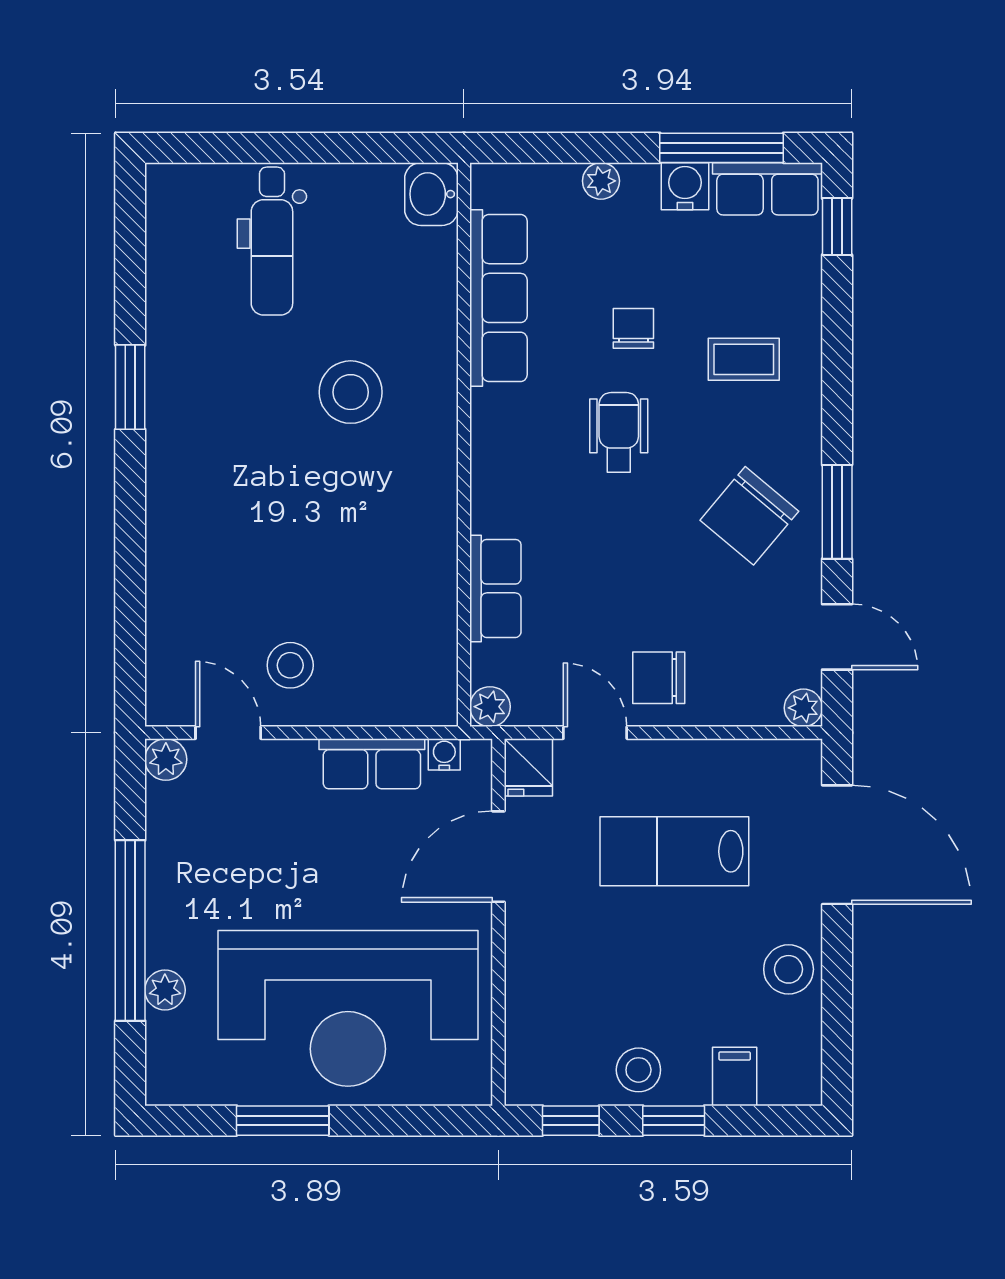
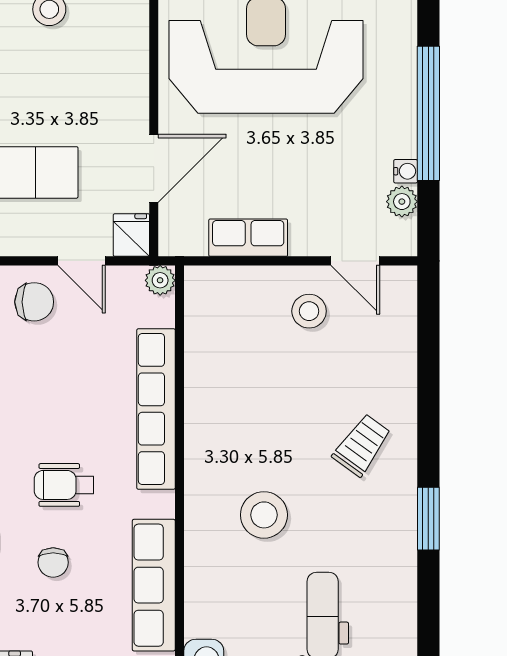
wheelchair: (619, 432) -> (64, 485), turned 90
trolley: (219, 486) -> (362, 445), added
row of seats: (495, 588) -> (156, 409), width x2.02
water cooler: (444, 754) -> (406, 171), moved, turned -90
plant: (166, 759) -> (402, 202), moved
plant: (165, 990) -> (402, 69), removed

